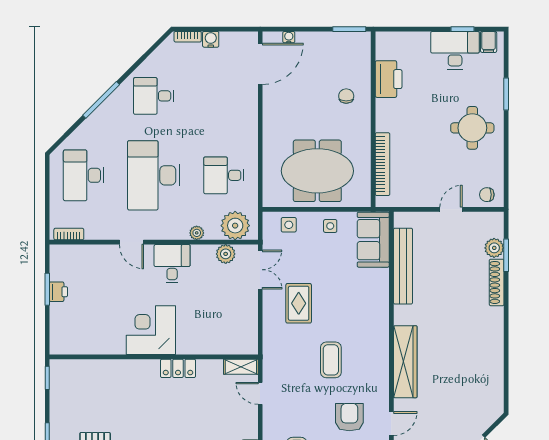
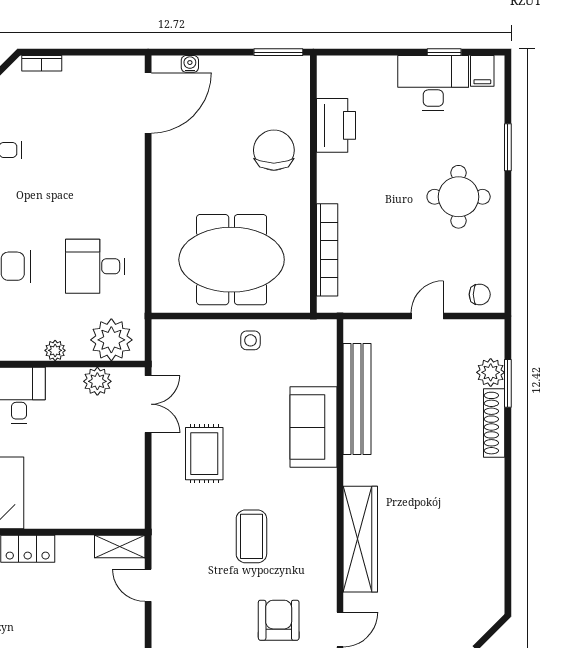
water cooler: (211, 39) -> (76, 67), removed
chair: (346, 96) -> (274, 150), width x1.87, depth x1.87
chair: (487, 195) -> (480, 294), turned 180
side table: (289, 225) -> (190, 339), removed
sofa: (373, 240) -> (313, 427), moved

